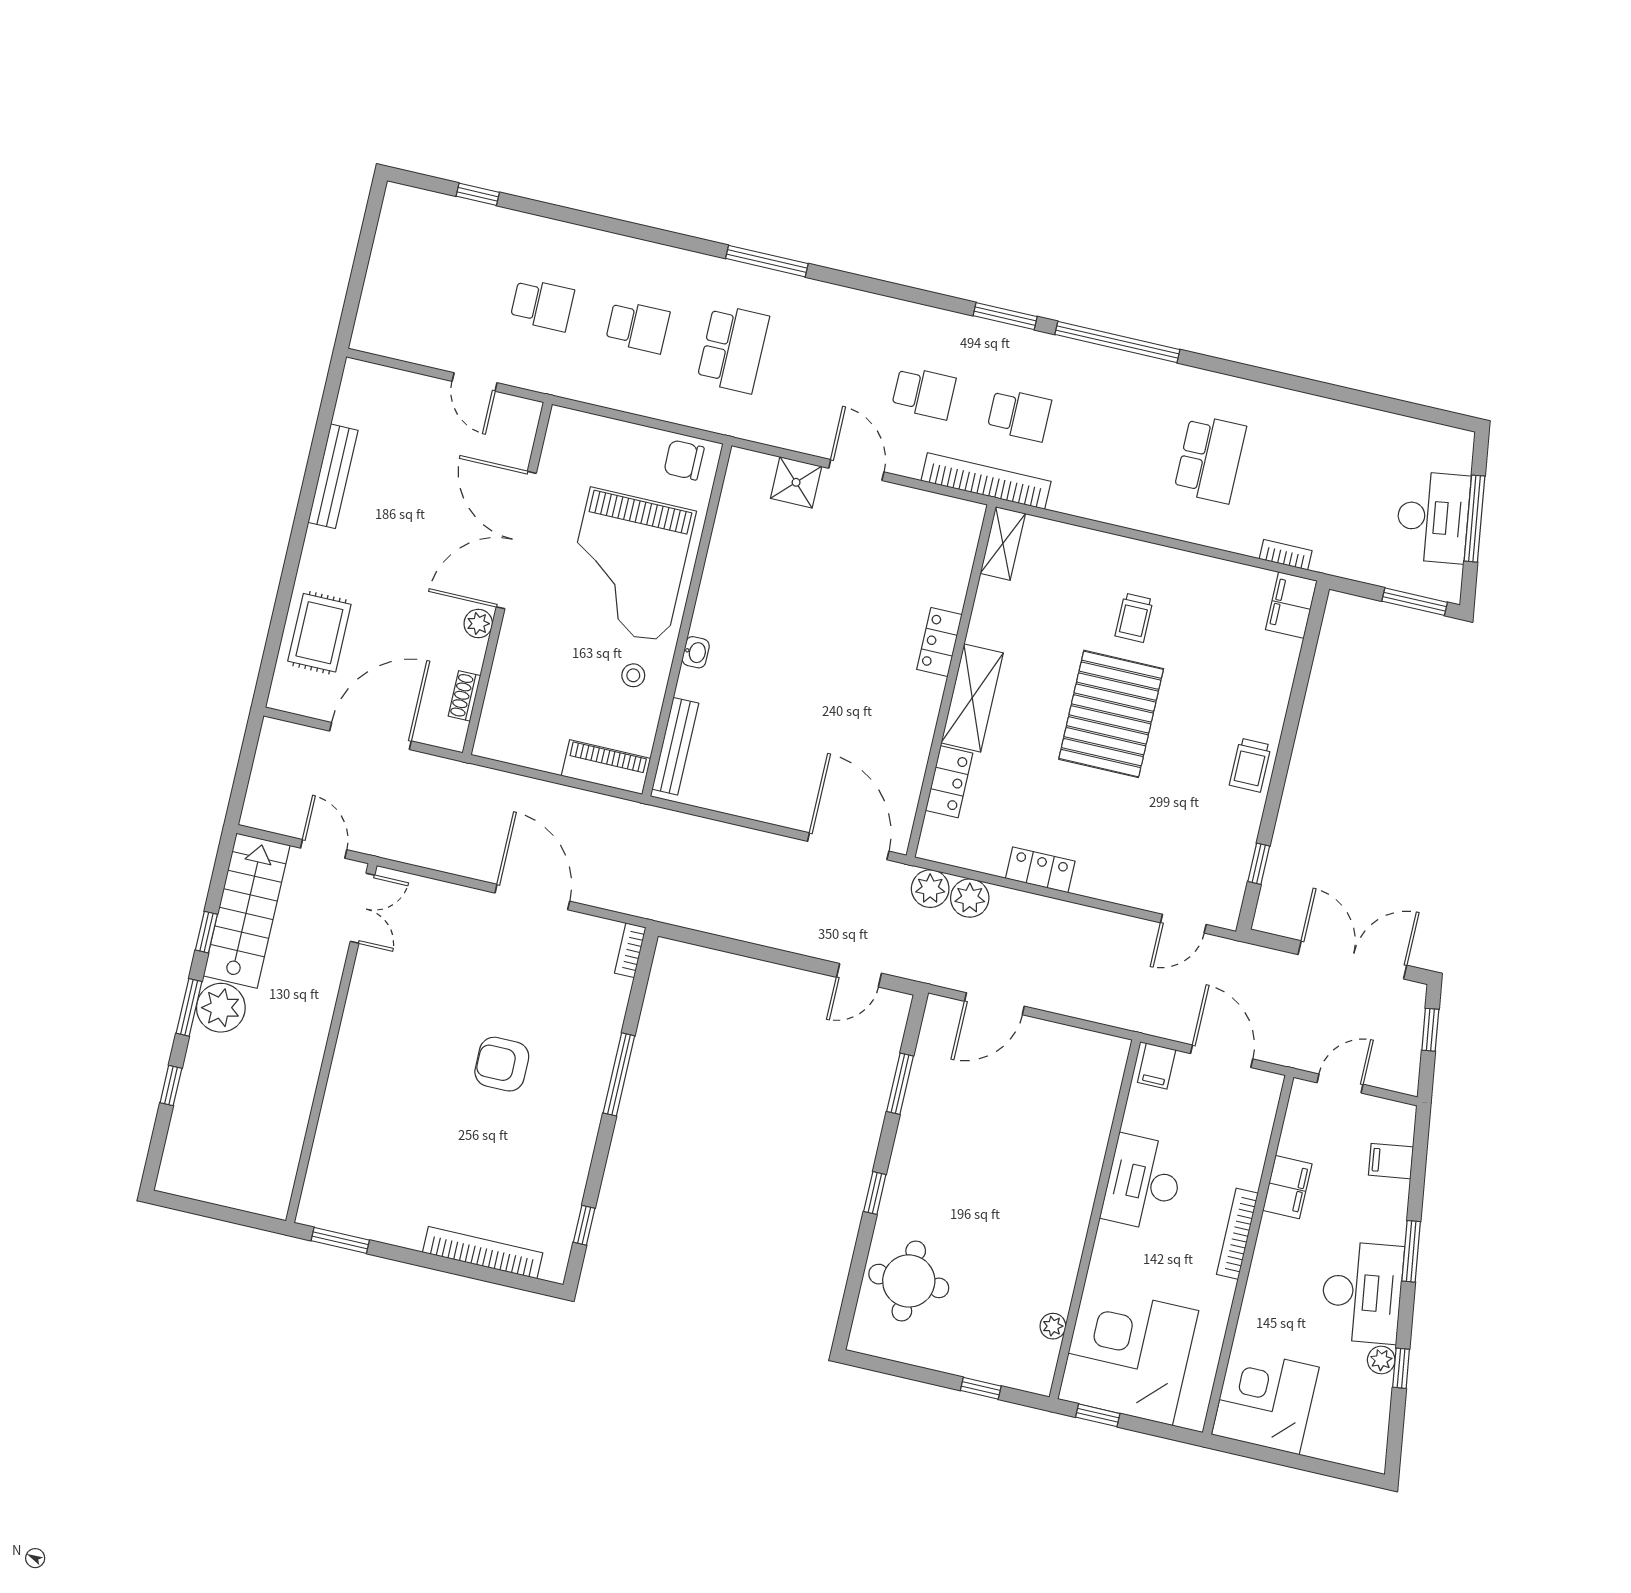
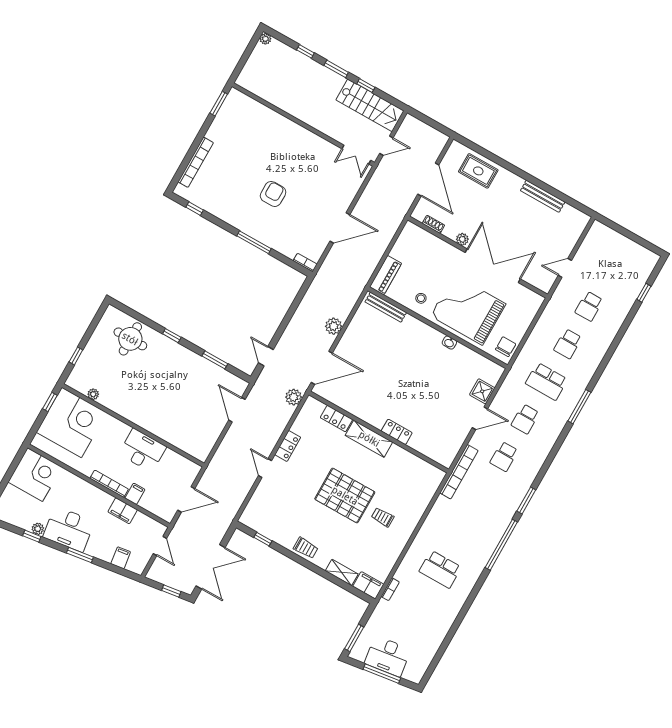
school desk: (1019, 415) -> (525, 419), moved
shelving: (1003, 543) -> (342, 572), moved
washbasin: (696, 652) -> (449, 343), moved
trolley: (1250, 765) -> (306, 548), turned 180
plant: (970, 898) -> (334, 326), moved
door: (1183, 924) -> (265, 468), moved
plant: (221, 1008) -> (265, 39), moved, width x0.53, depth x0.53
filing cabinet: (1157, 1066) -> (135, 494), moved, turned 90

